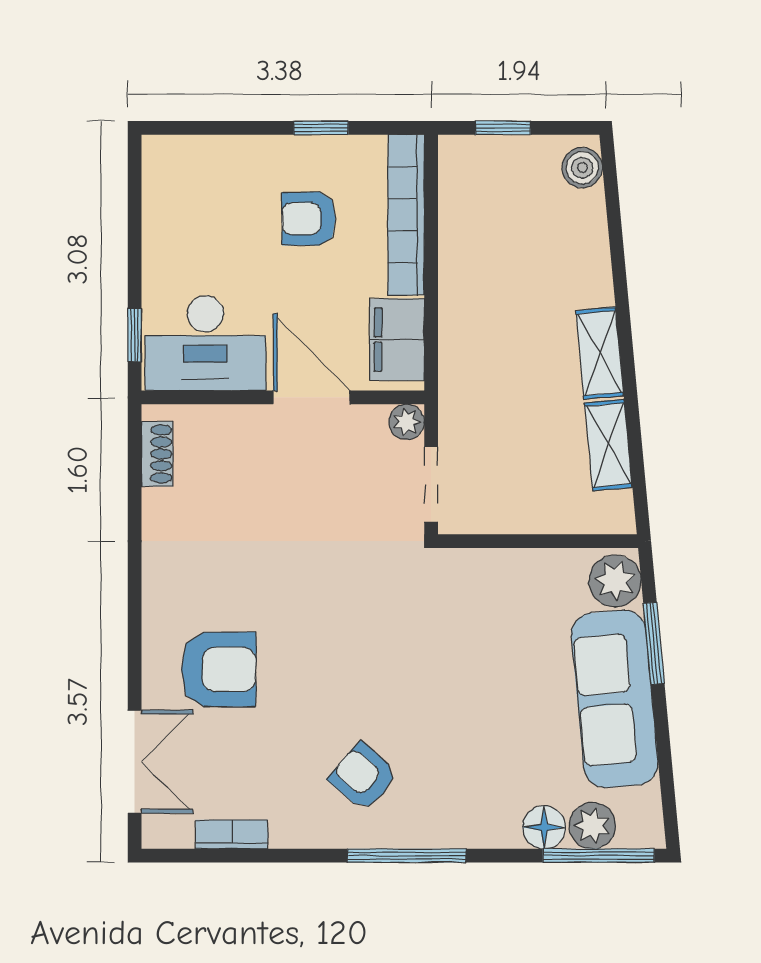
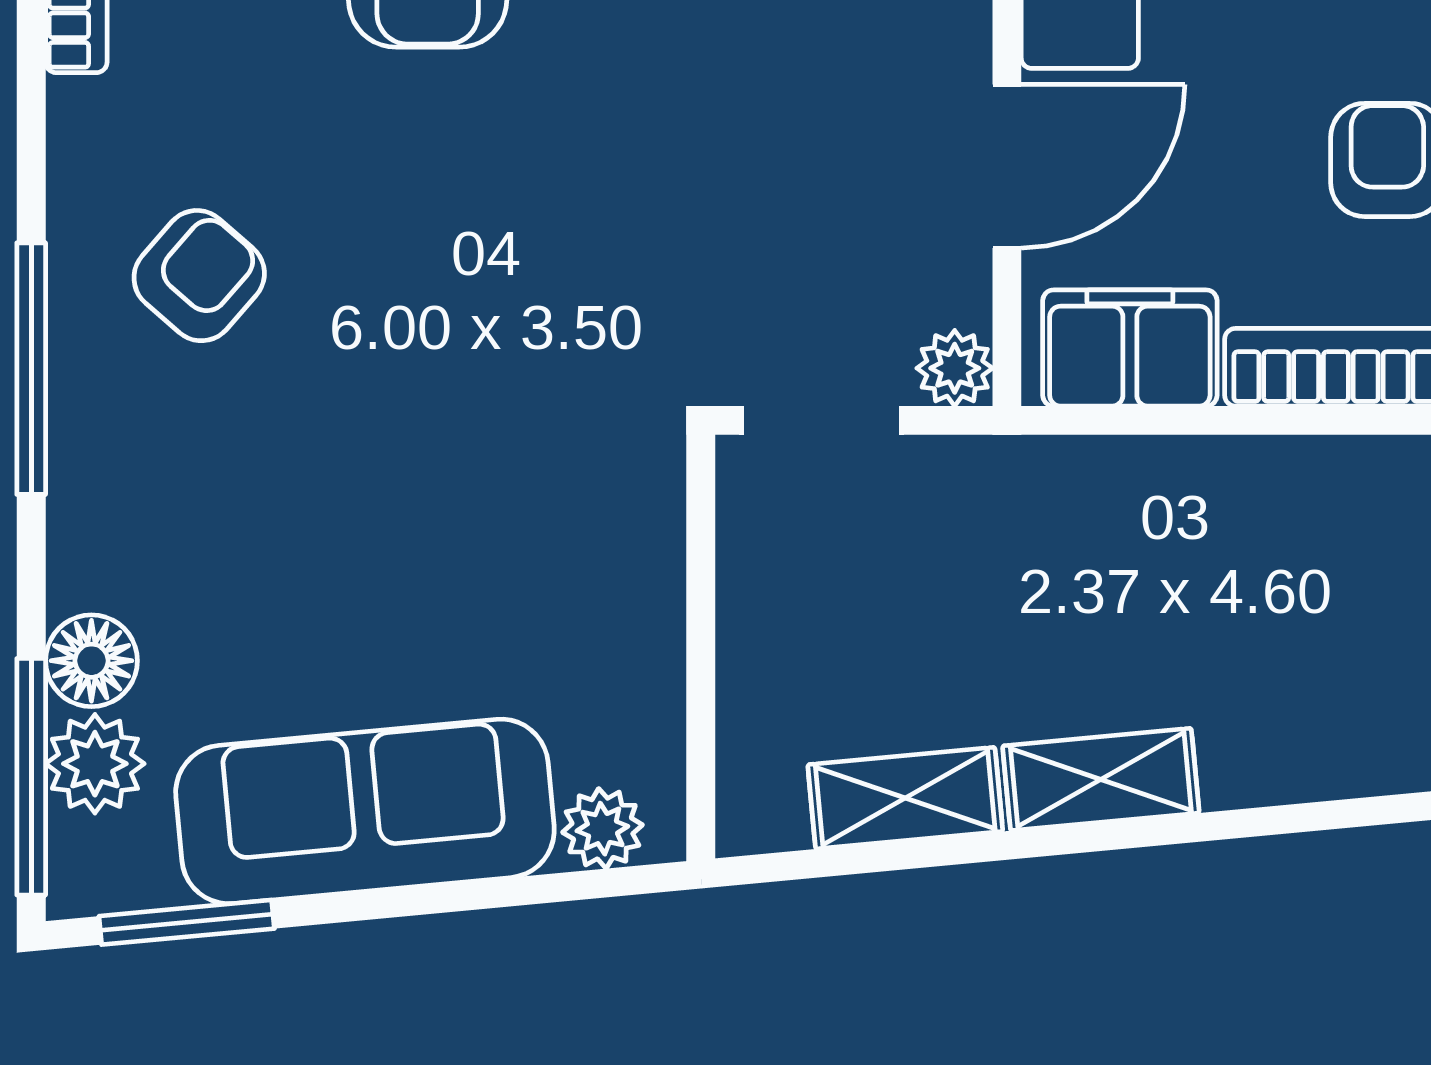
plant: (615, 581) -> (602, 829), width x0.73, depth x0.73
window: (654, 643) -> (187, 922), moved

